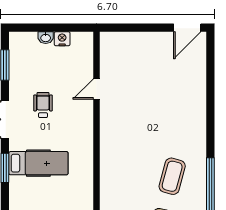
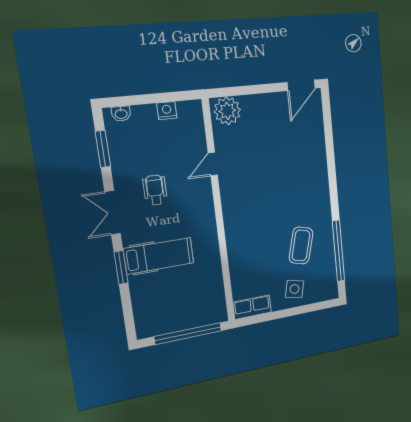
washbasin: (46, 38) -> (121, 114), moved
plant: (115, 44) -> (227, 111), added

